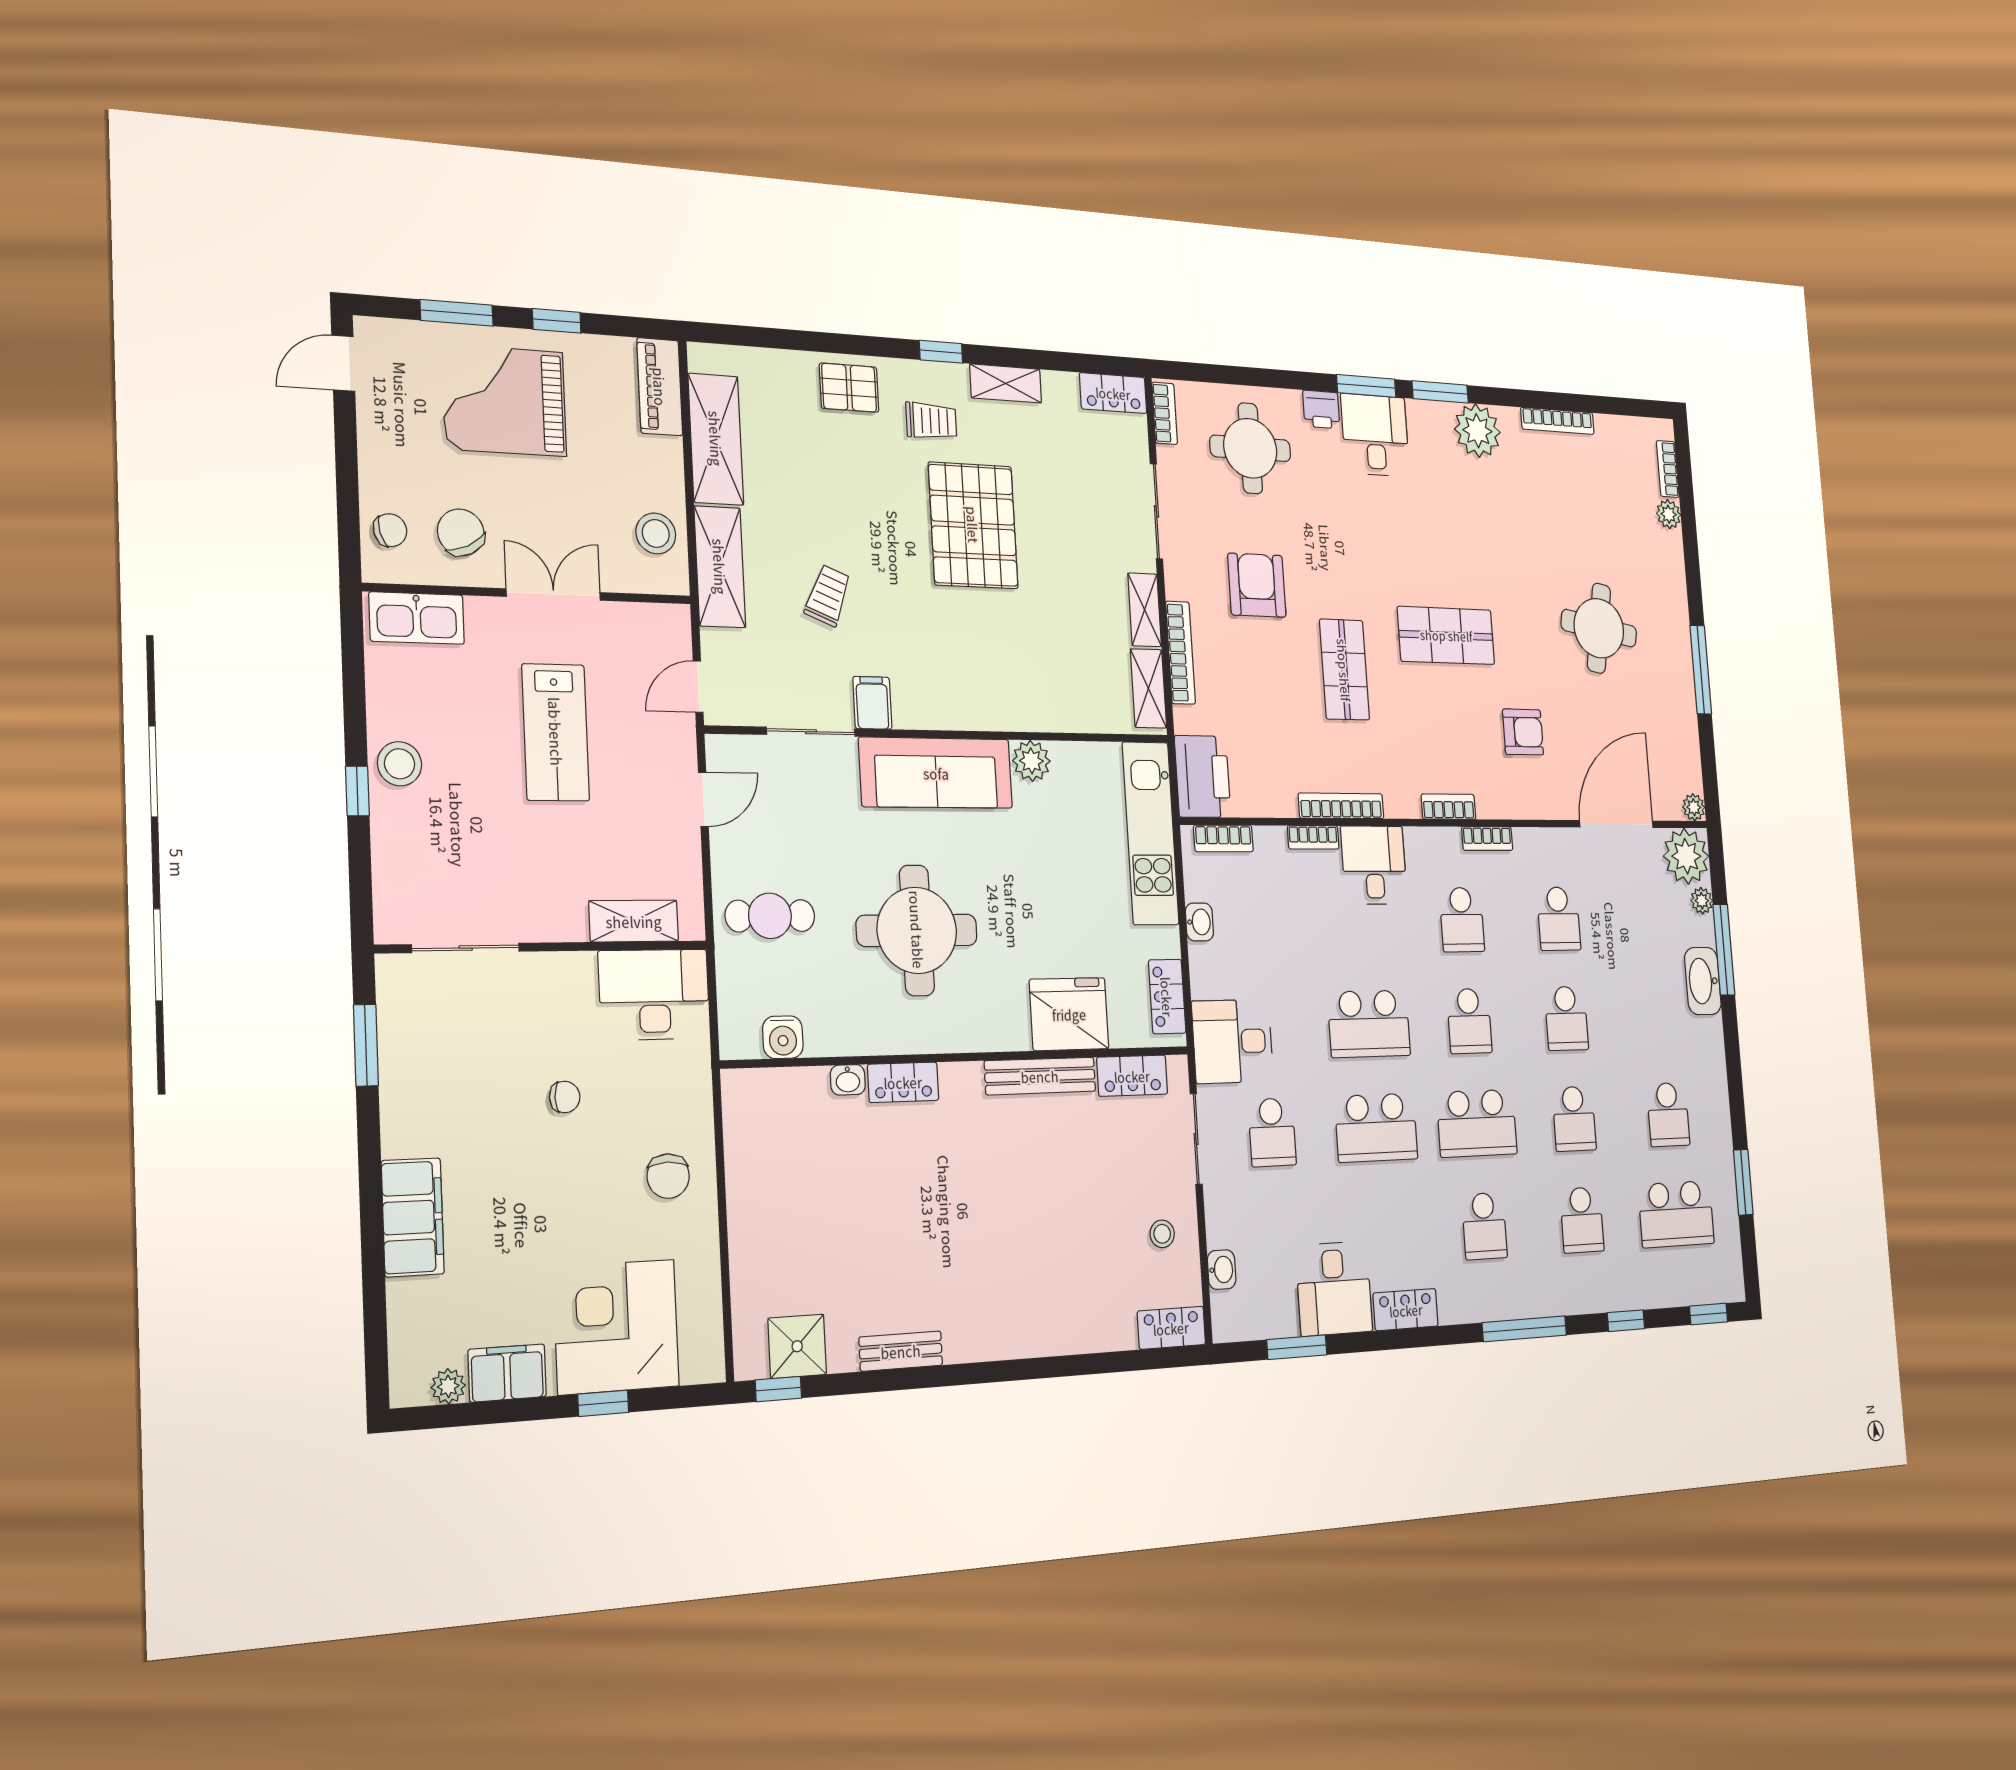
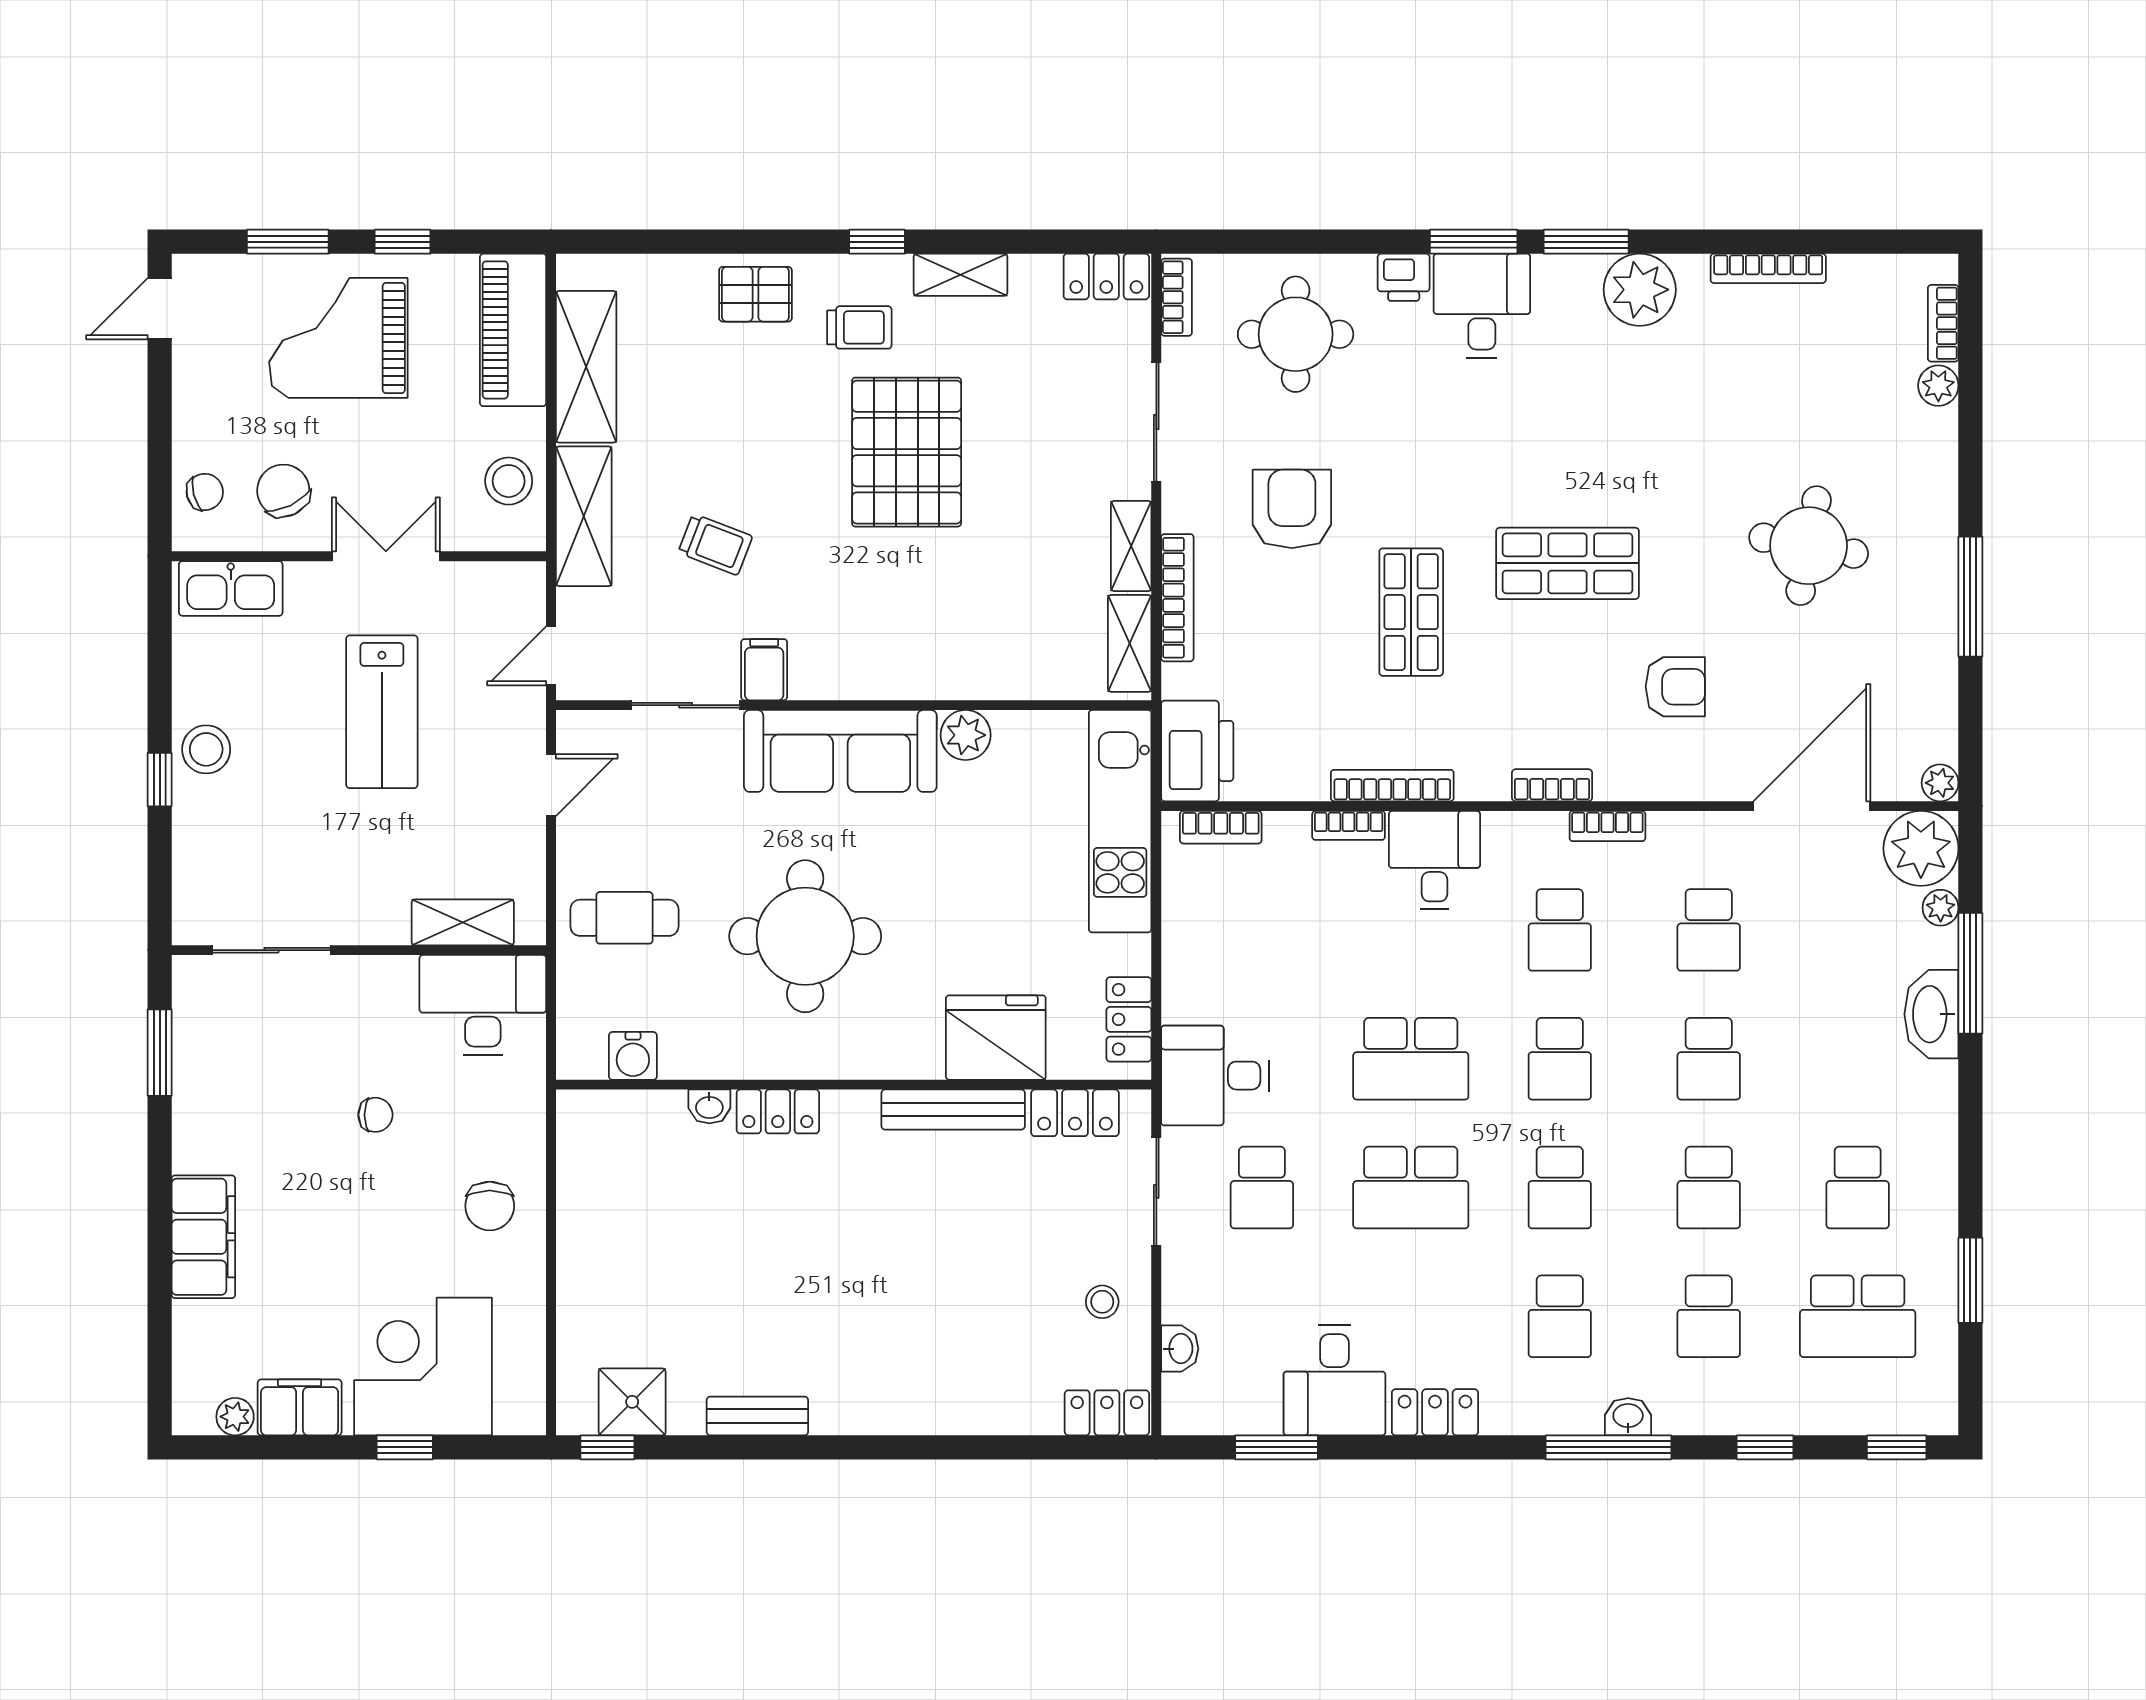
piano: (660, 387) -> (513, 330), width x1.37, depth x1.33
trolley: (828, 595) -> (715, 544), turned 89
washbasin: (1199, 922) -> (1628, 1417), moved, turned -90
school desk: (1477, 1123) -> (1560, 1187), width x0.54

